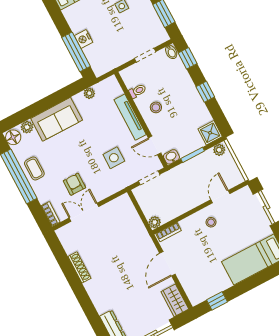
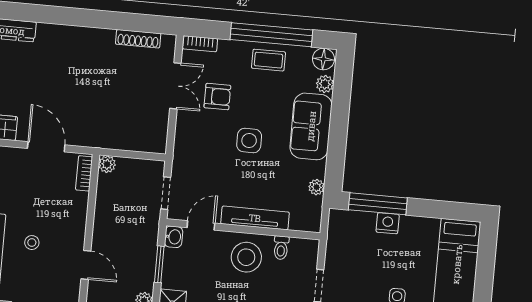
stool: (156, 107) -> (246, 257), width x1.89, depth x1.89
side table: (114, 158) -> (249, 140), moved
stool: (211, 222) -> (32, 243), moved
shoe rack: (79, 267) -> (138, 39), moved

